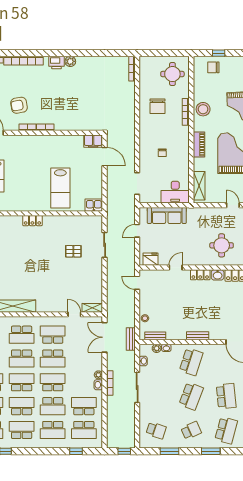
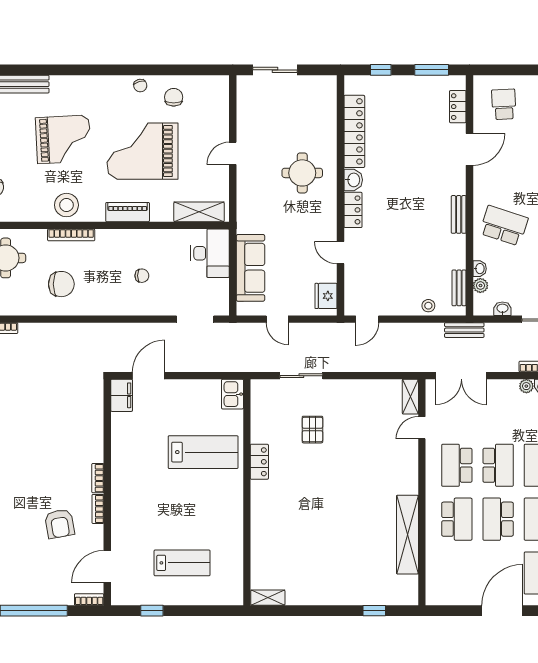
locker: (32, 221) -> (259, 462), moved
school desk: (22, 358) -> (498, 519), turned 180

